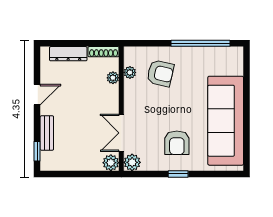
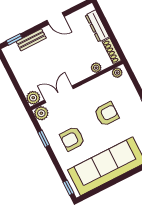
plant: (130, 72) -> (117, 73), moved
armchair: (160, 73) -> (107, 114), moved, turned -103
window: (178, 174) -> (44, 139), moved
window: (228, 174) -> (68, 188), added

